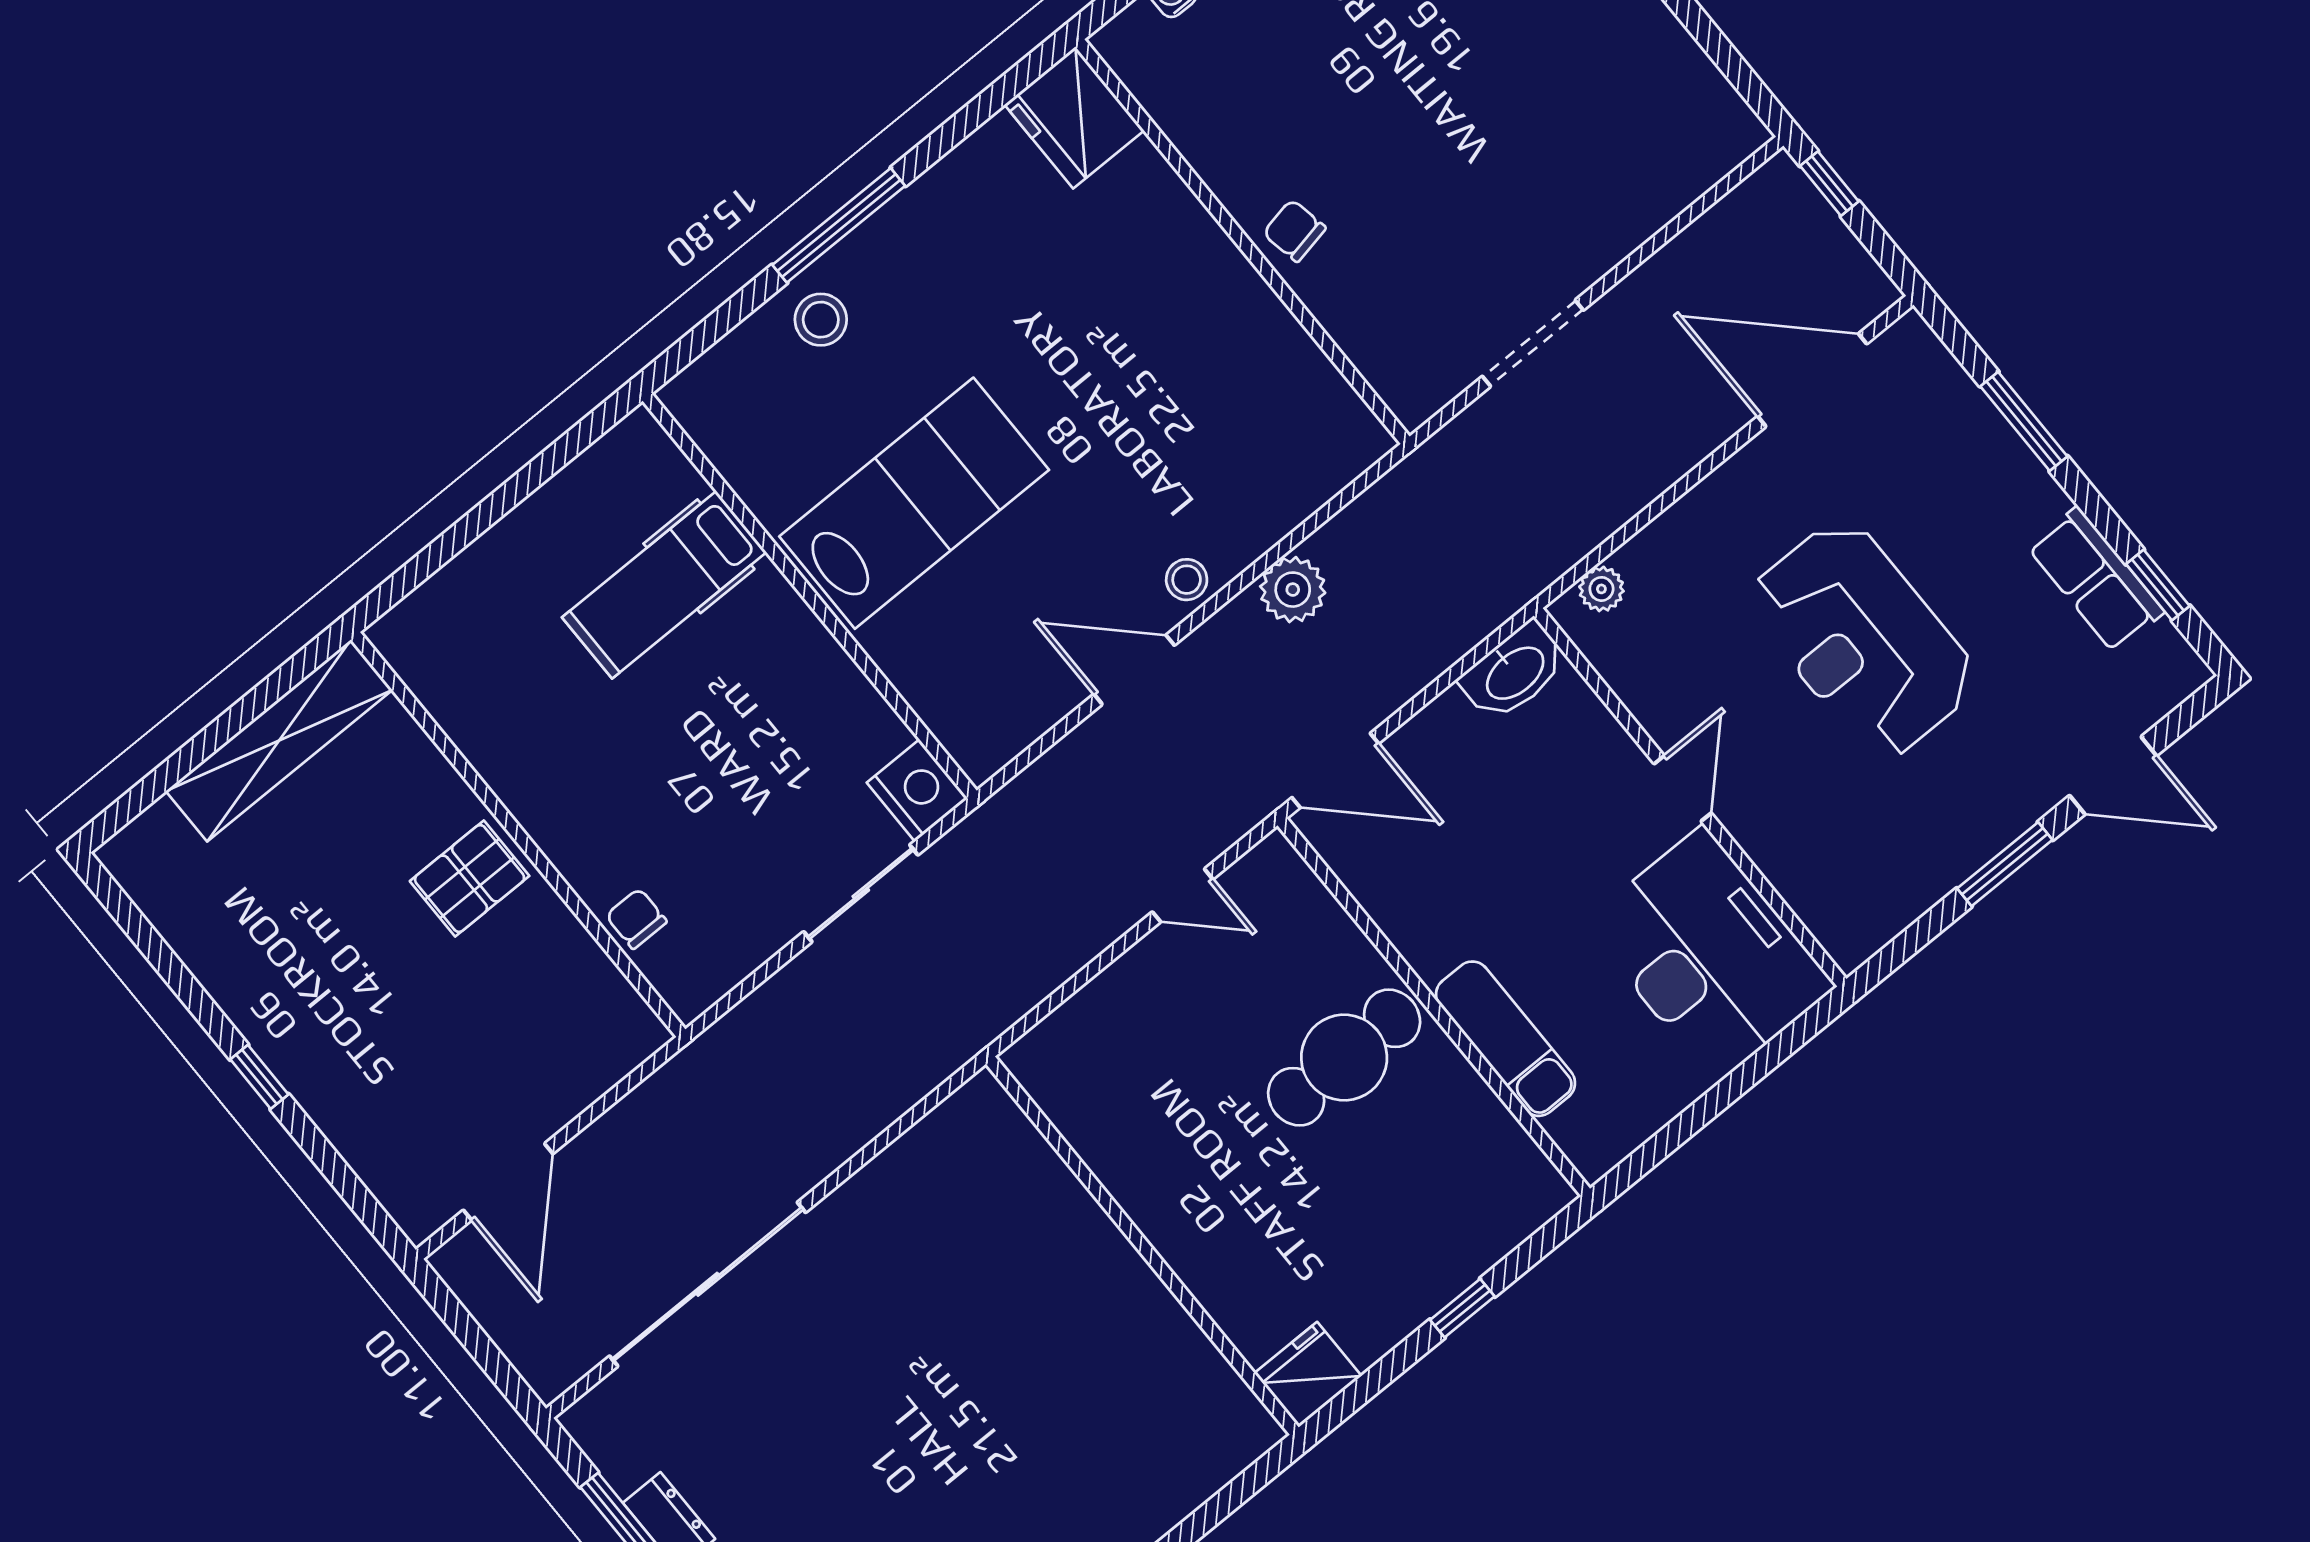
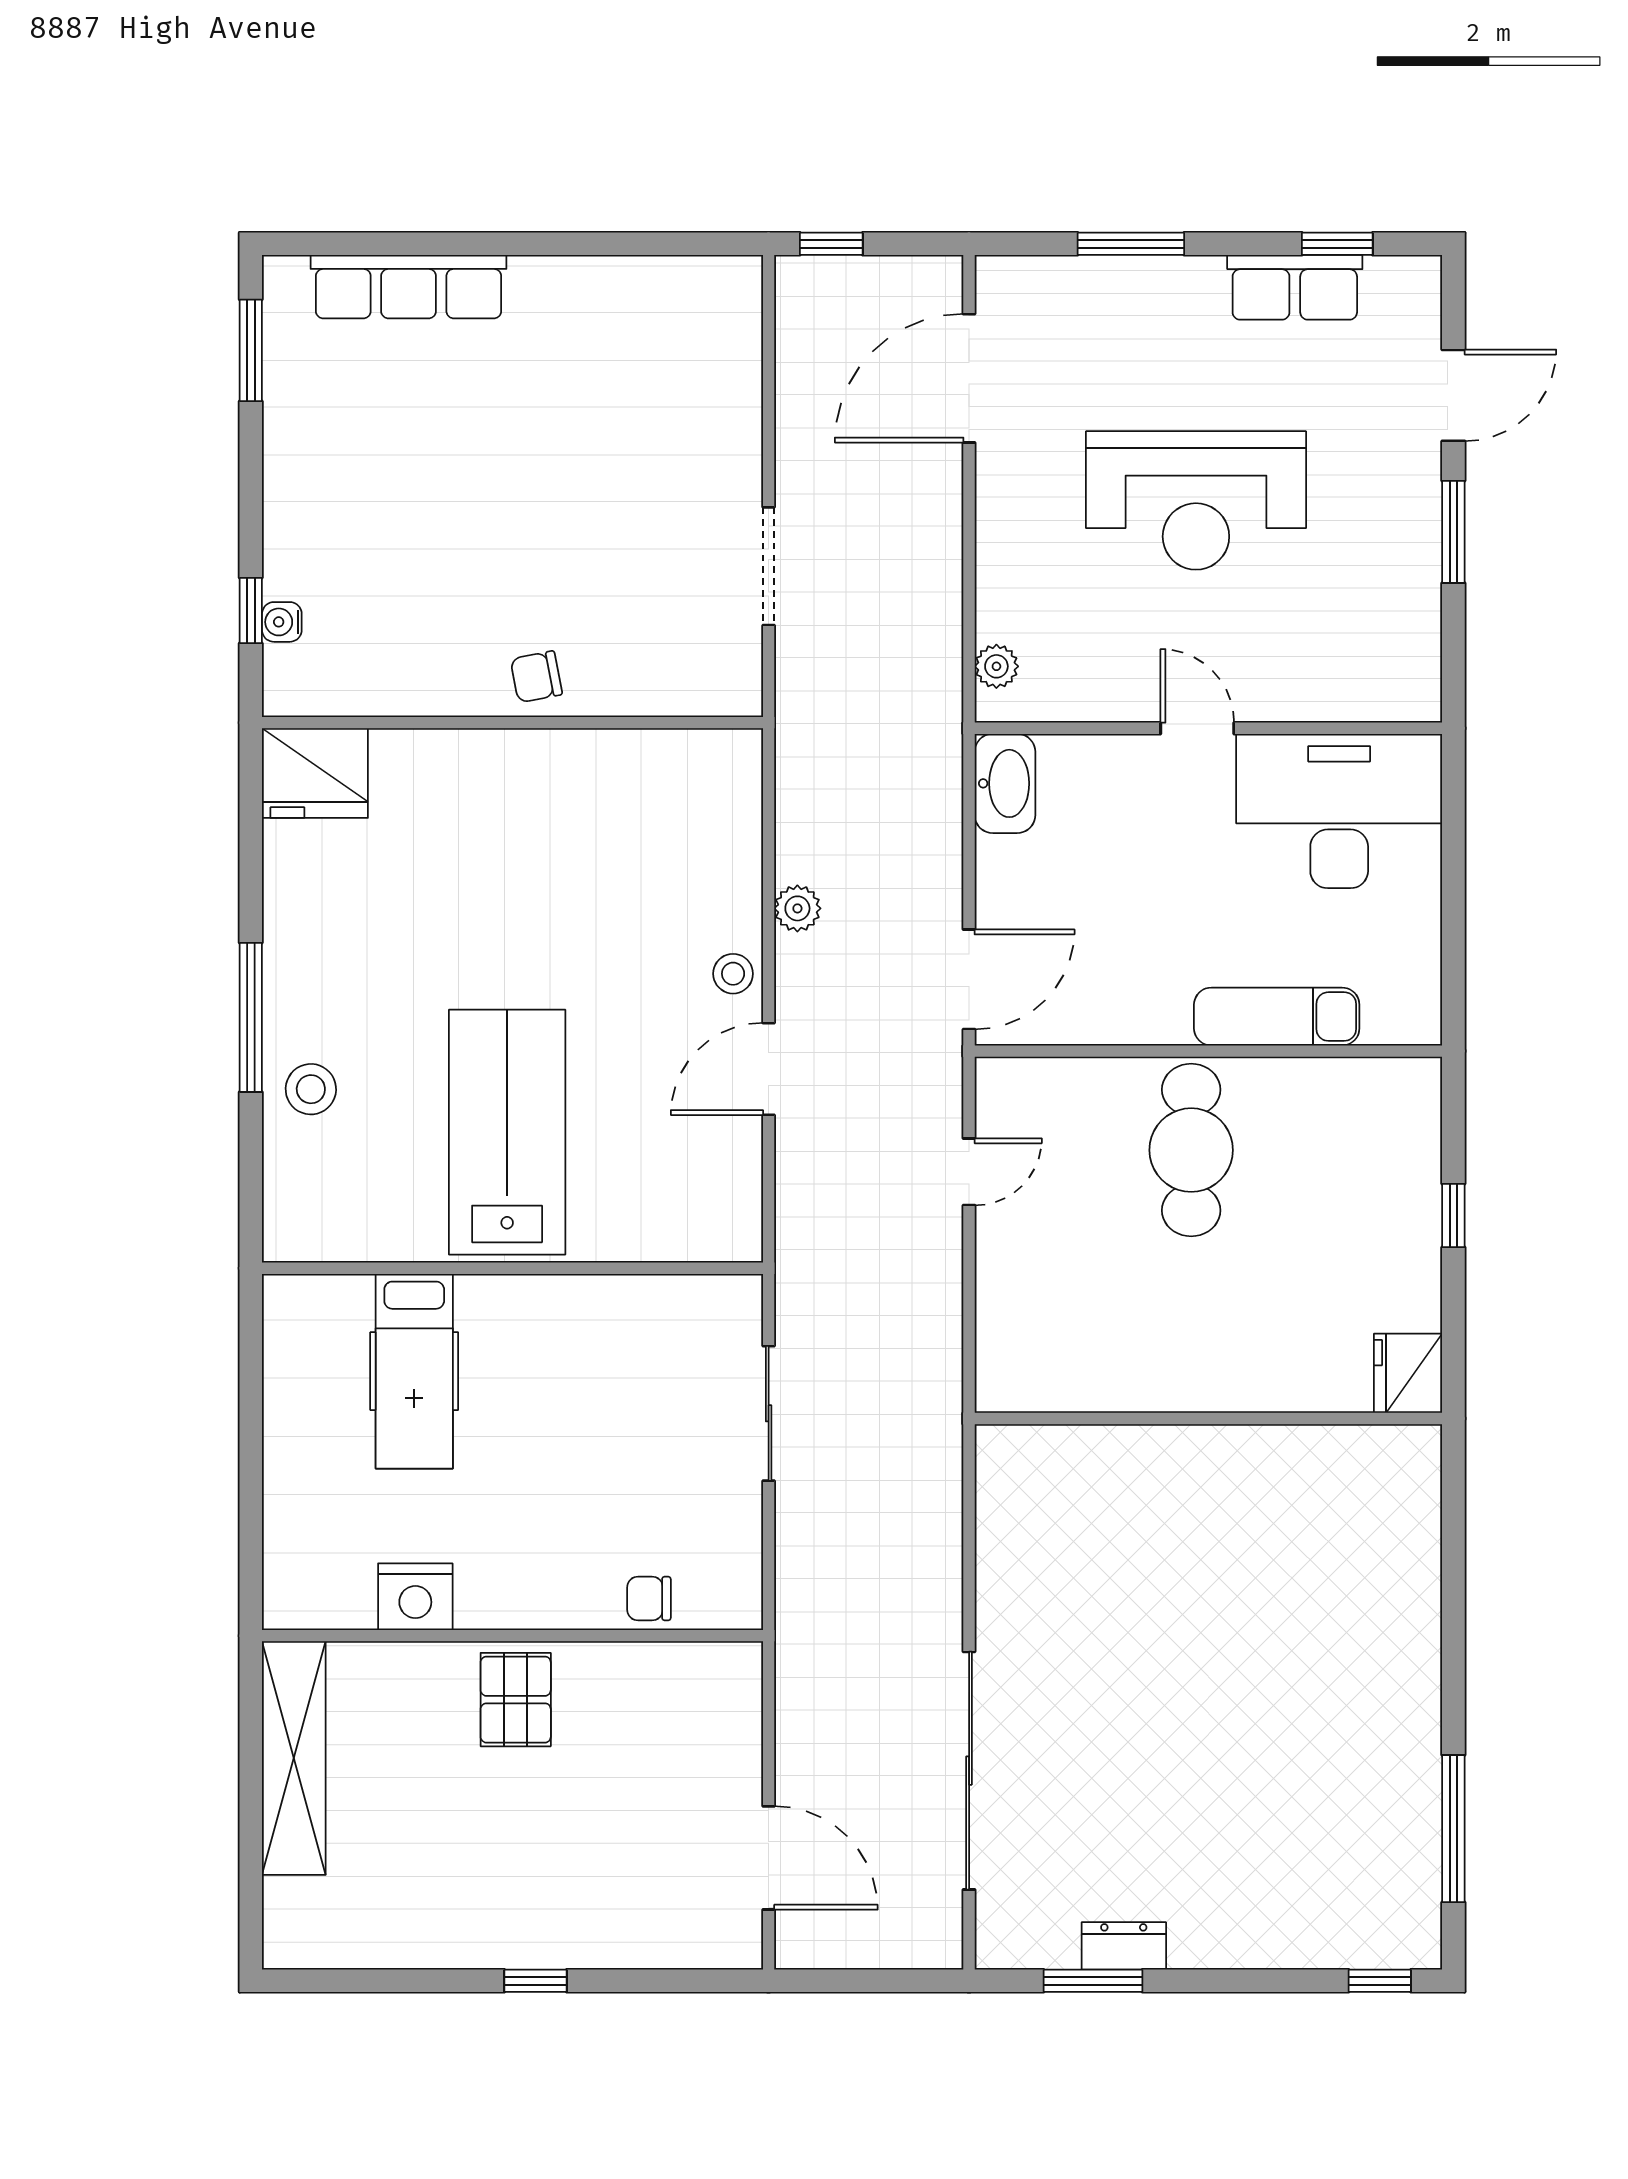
plant: (1293, 590) -> (797, 908), width x0.73, depth x0.73
nightstand: (917, 790) -> (415, 1597), moved, turned 180

